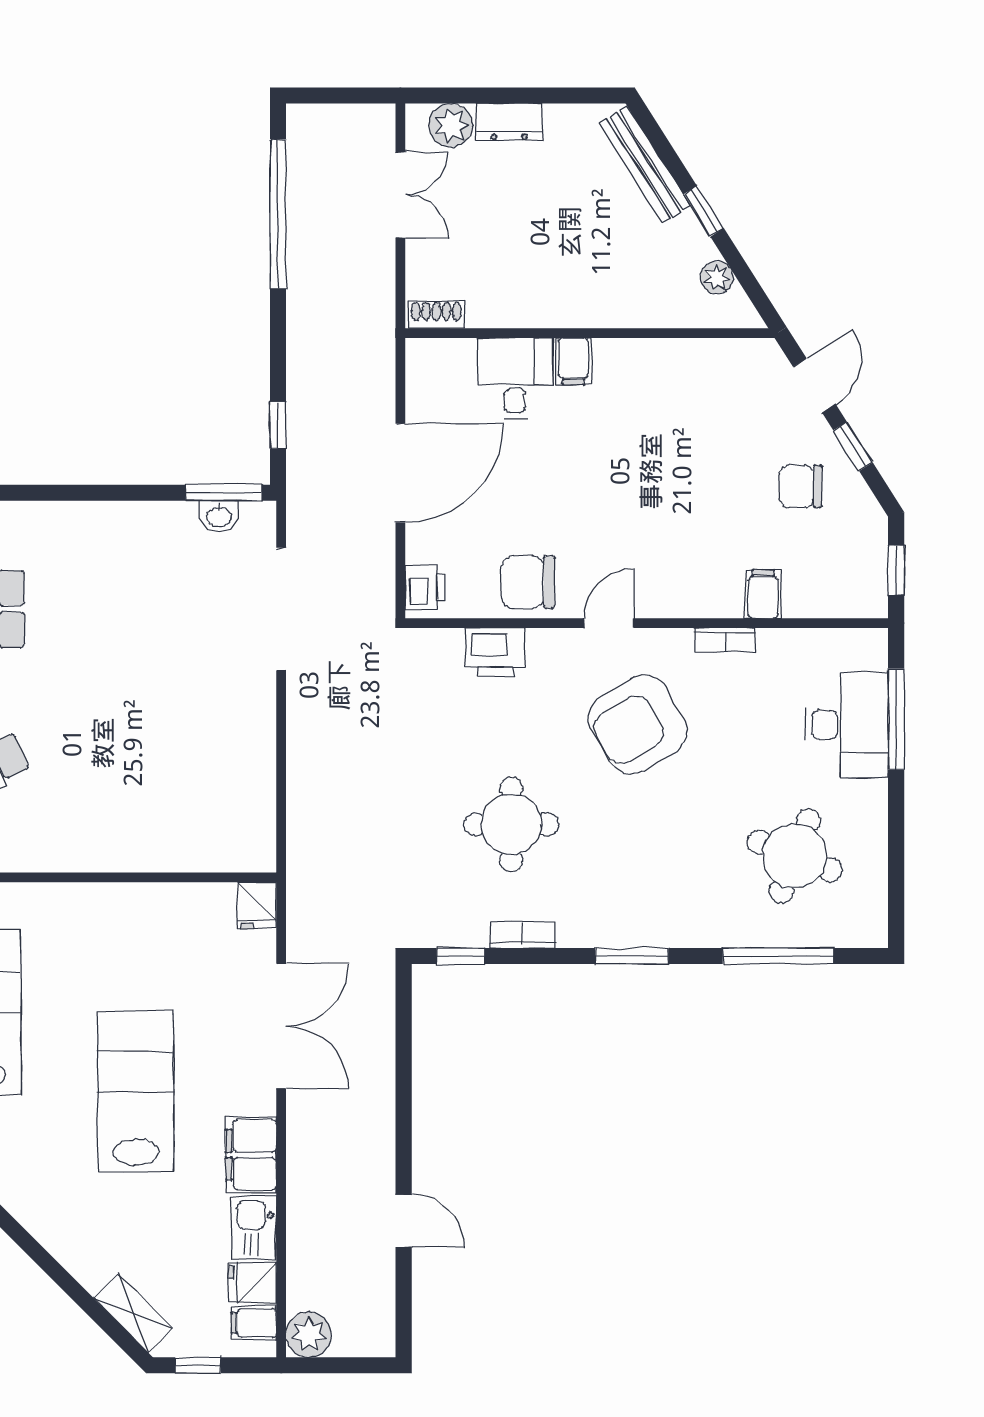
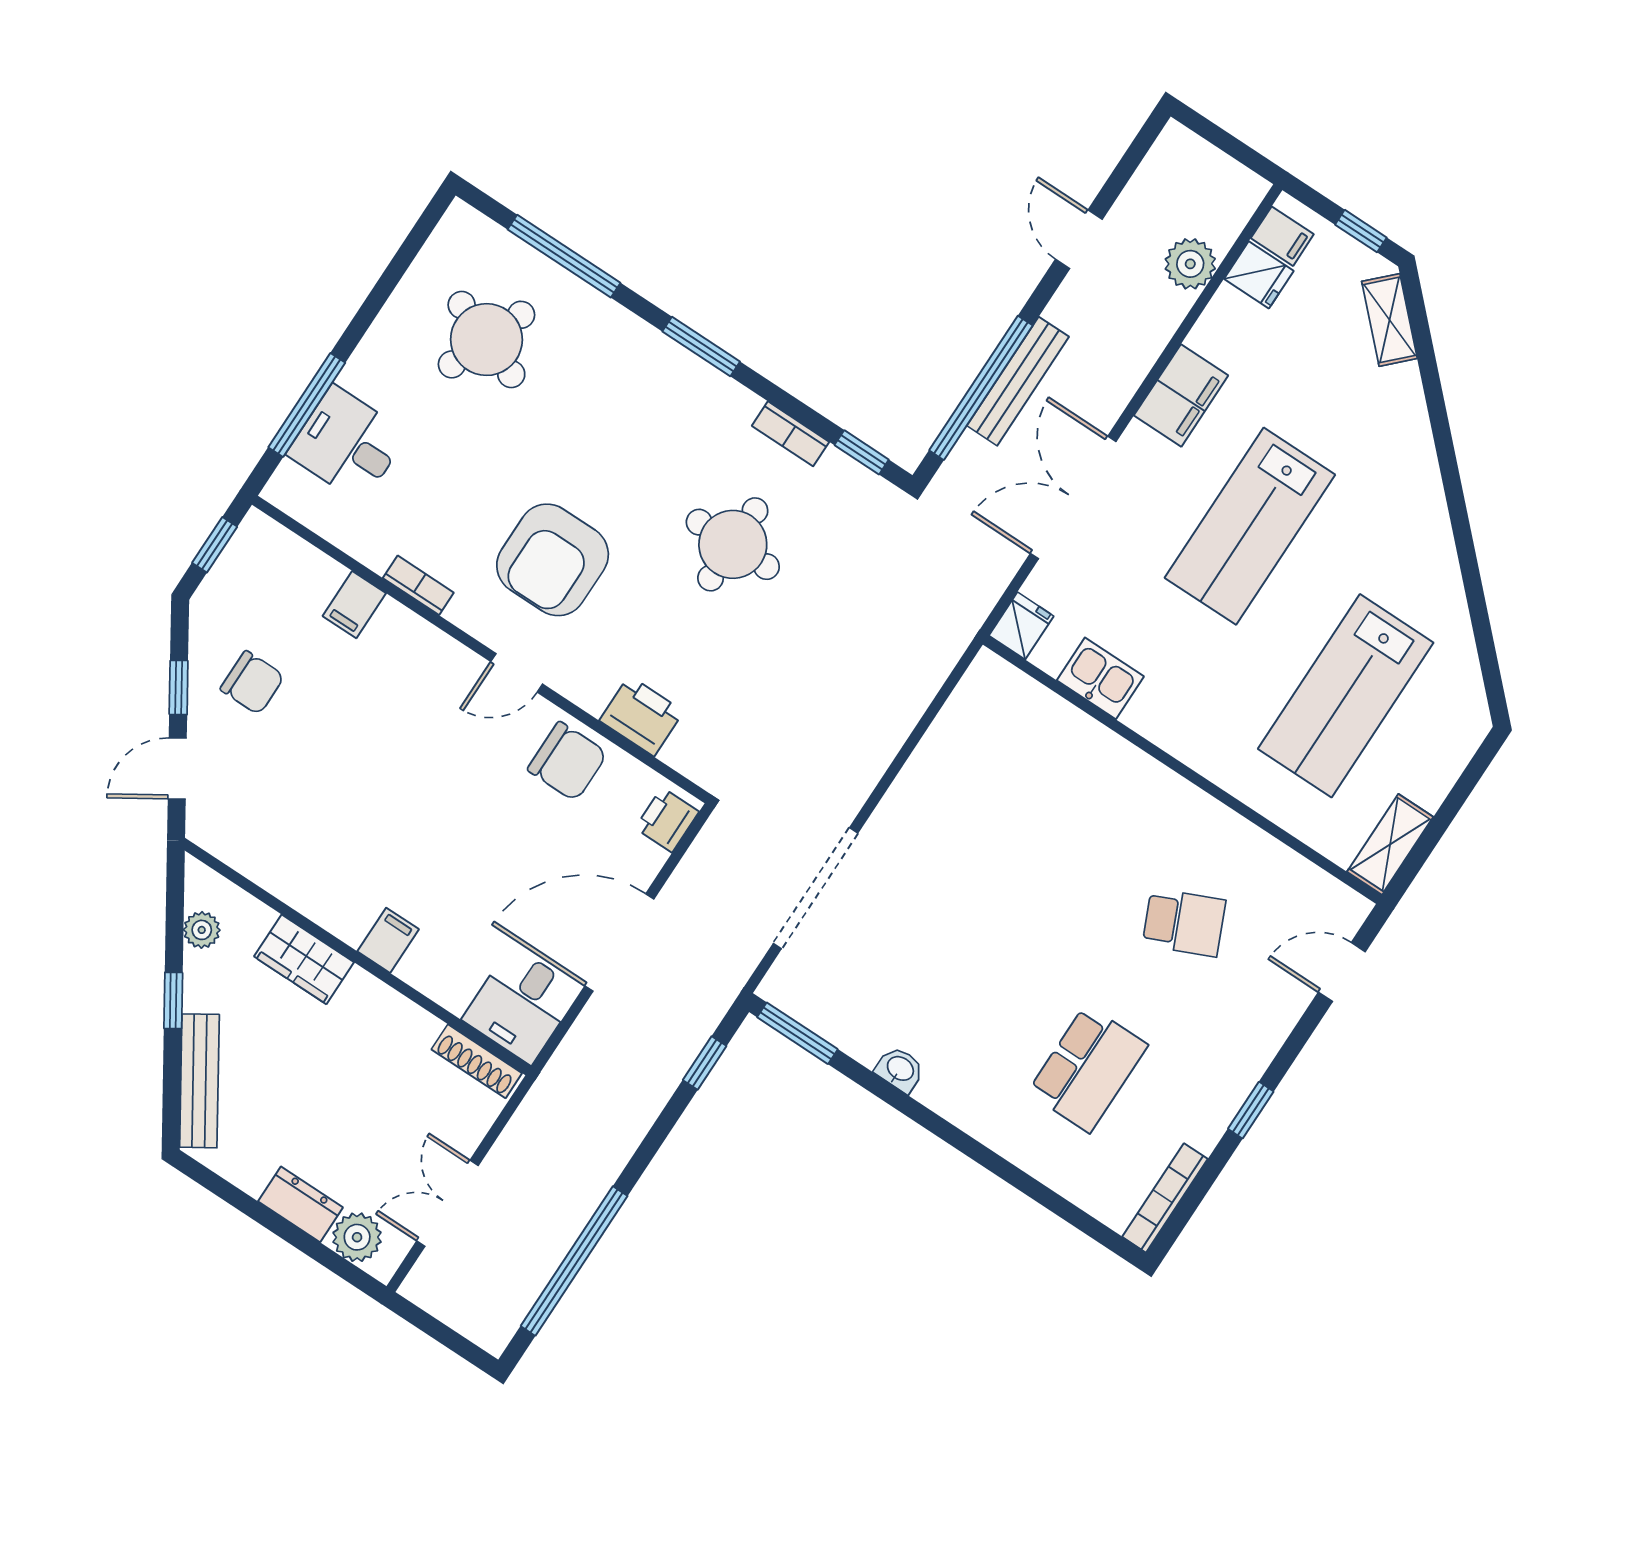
wardrobe: (627, 306) -> (304, 959), added
shoe rack: (436, 315) -> (477, 1061), width x1.43
desk: (515, 379) -> (521, 1005), moved
washbasin: (219, 516) -> (900, 1069), moved
armchair: (638, 725) -> (553, 560), turned 121
desk: (847, 725) -> (347, 444), width x0.73
window: (404, 1062) -> (981, 388), added
bench: (379, 1085) -> (1018, 381), added
kitchen sink: (254, 1228) -> (1100, 678), moved, turned -90
plant: (309, 1335) -> (1190, 264), moved

